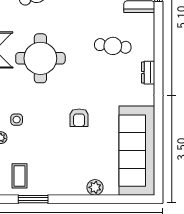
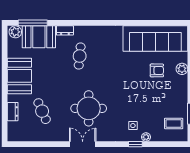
dresser: (148, 73) -> (65, 30), moved
armchair: (79, 118) -> (157, 70), moved

